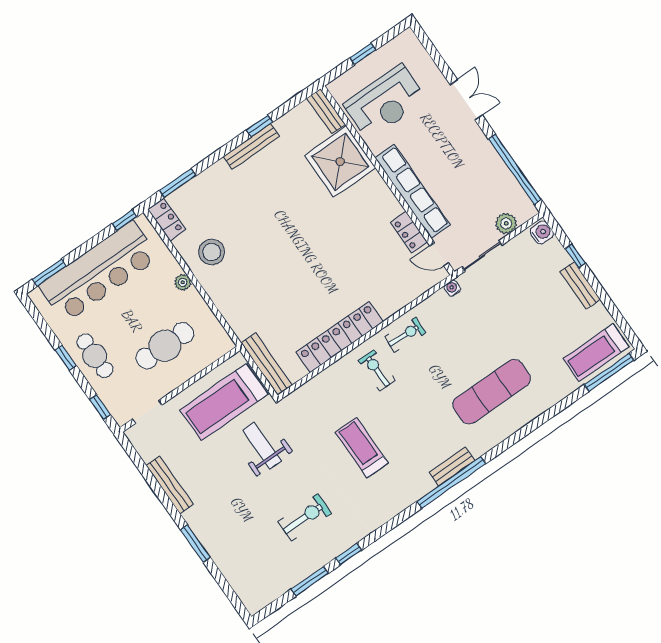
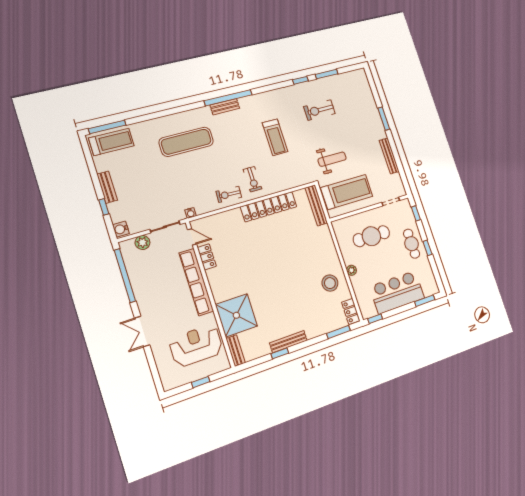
bar counter: (99, 272) -> (397, 292), width x0.73
weight bench: (262, 446) -> (332, 159), turned -90

